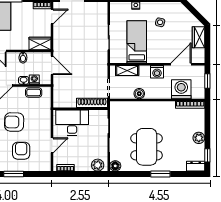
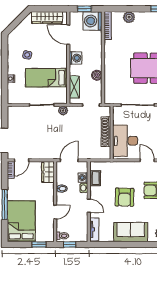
door: (52, 17) -> (22, 160), swing flipped
wardrobe: (198, 37) -> (47, 18), width x1.50
plant: (103, 59) -> (63, 111), added
washing machine: (181, 89) -> (92, 21), moved
shoe rack: (92, 103) -> (106, 132), moved
plant: (199, 138) -> (129, 17), moved

